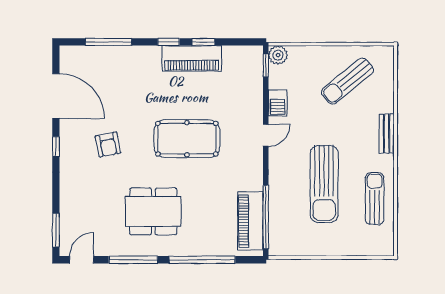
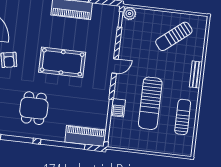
barbecue: (278, 103) -> (118, 108), moved
dining table: (153, 211) -> (34, 108), width x0.73
piano: (250, 221) -> (85, 136), moved, turned 90

